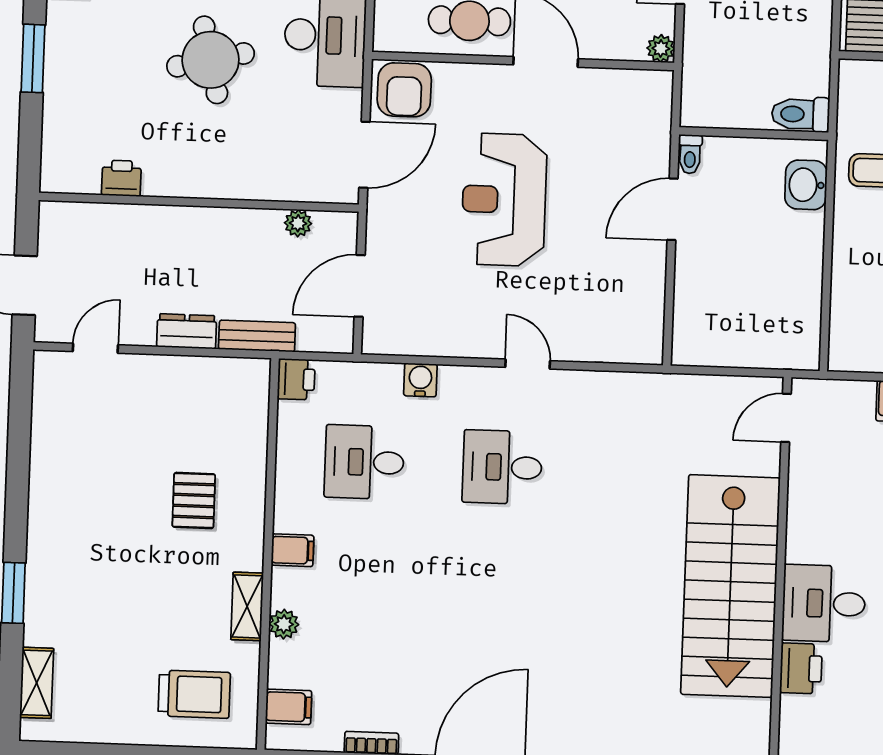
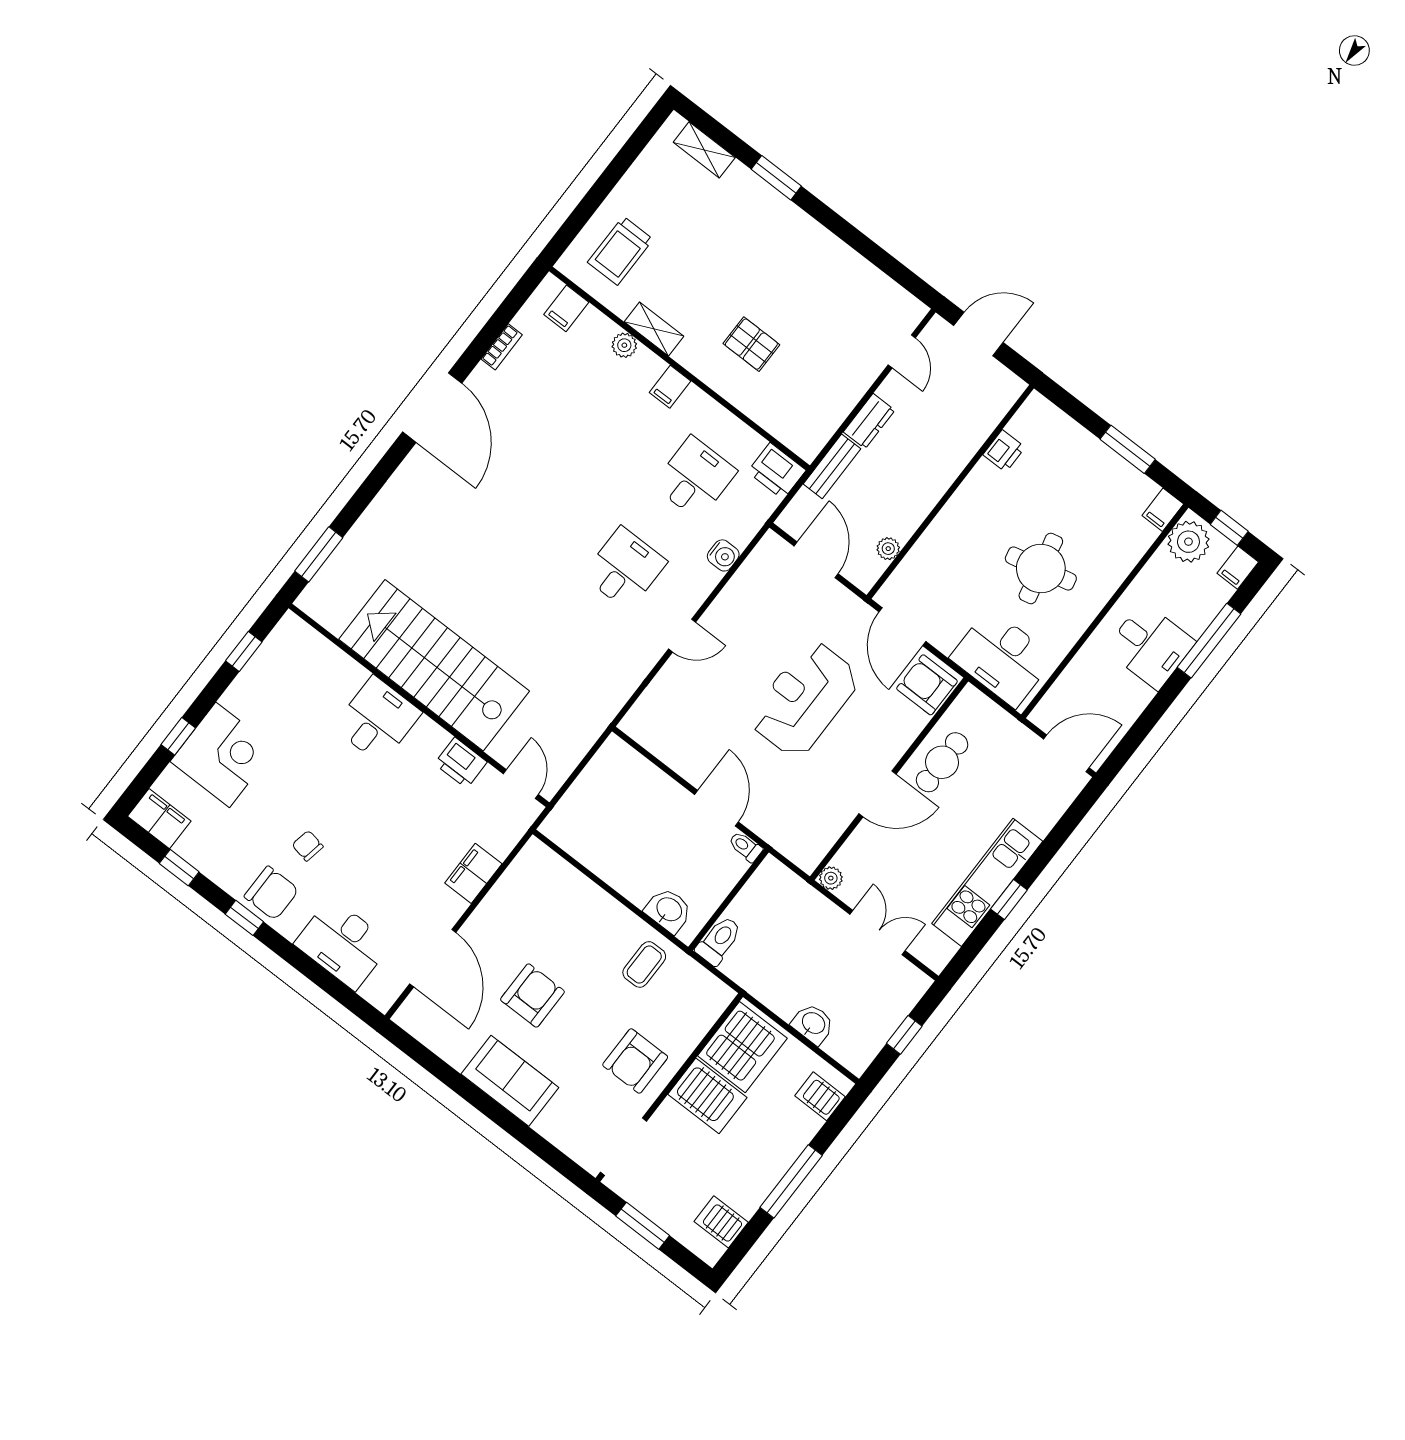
reception desk: (504, 200) -> (804, 699), turned -90
printer: (296, 379) -> (777, 471), width x1.36, depth x1.24
printer: (801, 668) -> (461, 763), moved

